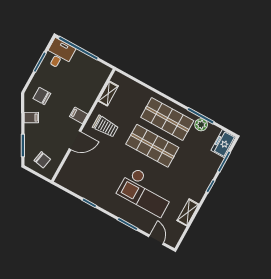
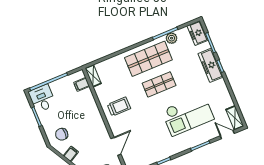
shelving: (108, 94) -> (93, 76), moved
filing cabinet: (79, 115) -> (82, 84), moved
door: (75, 140) -> (116, 146), moved
shop shelf: (152, 146) -> (159, 84), width x0.70, depth x0.74
freezer: (205, 177) -> (211, 65), added
shelving: (188, 212) -> (235, 118), moved

